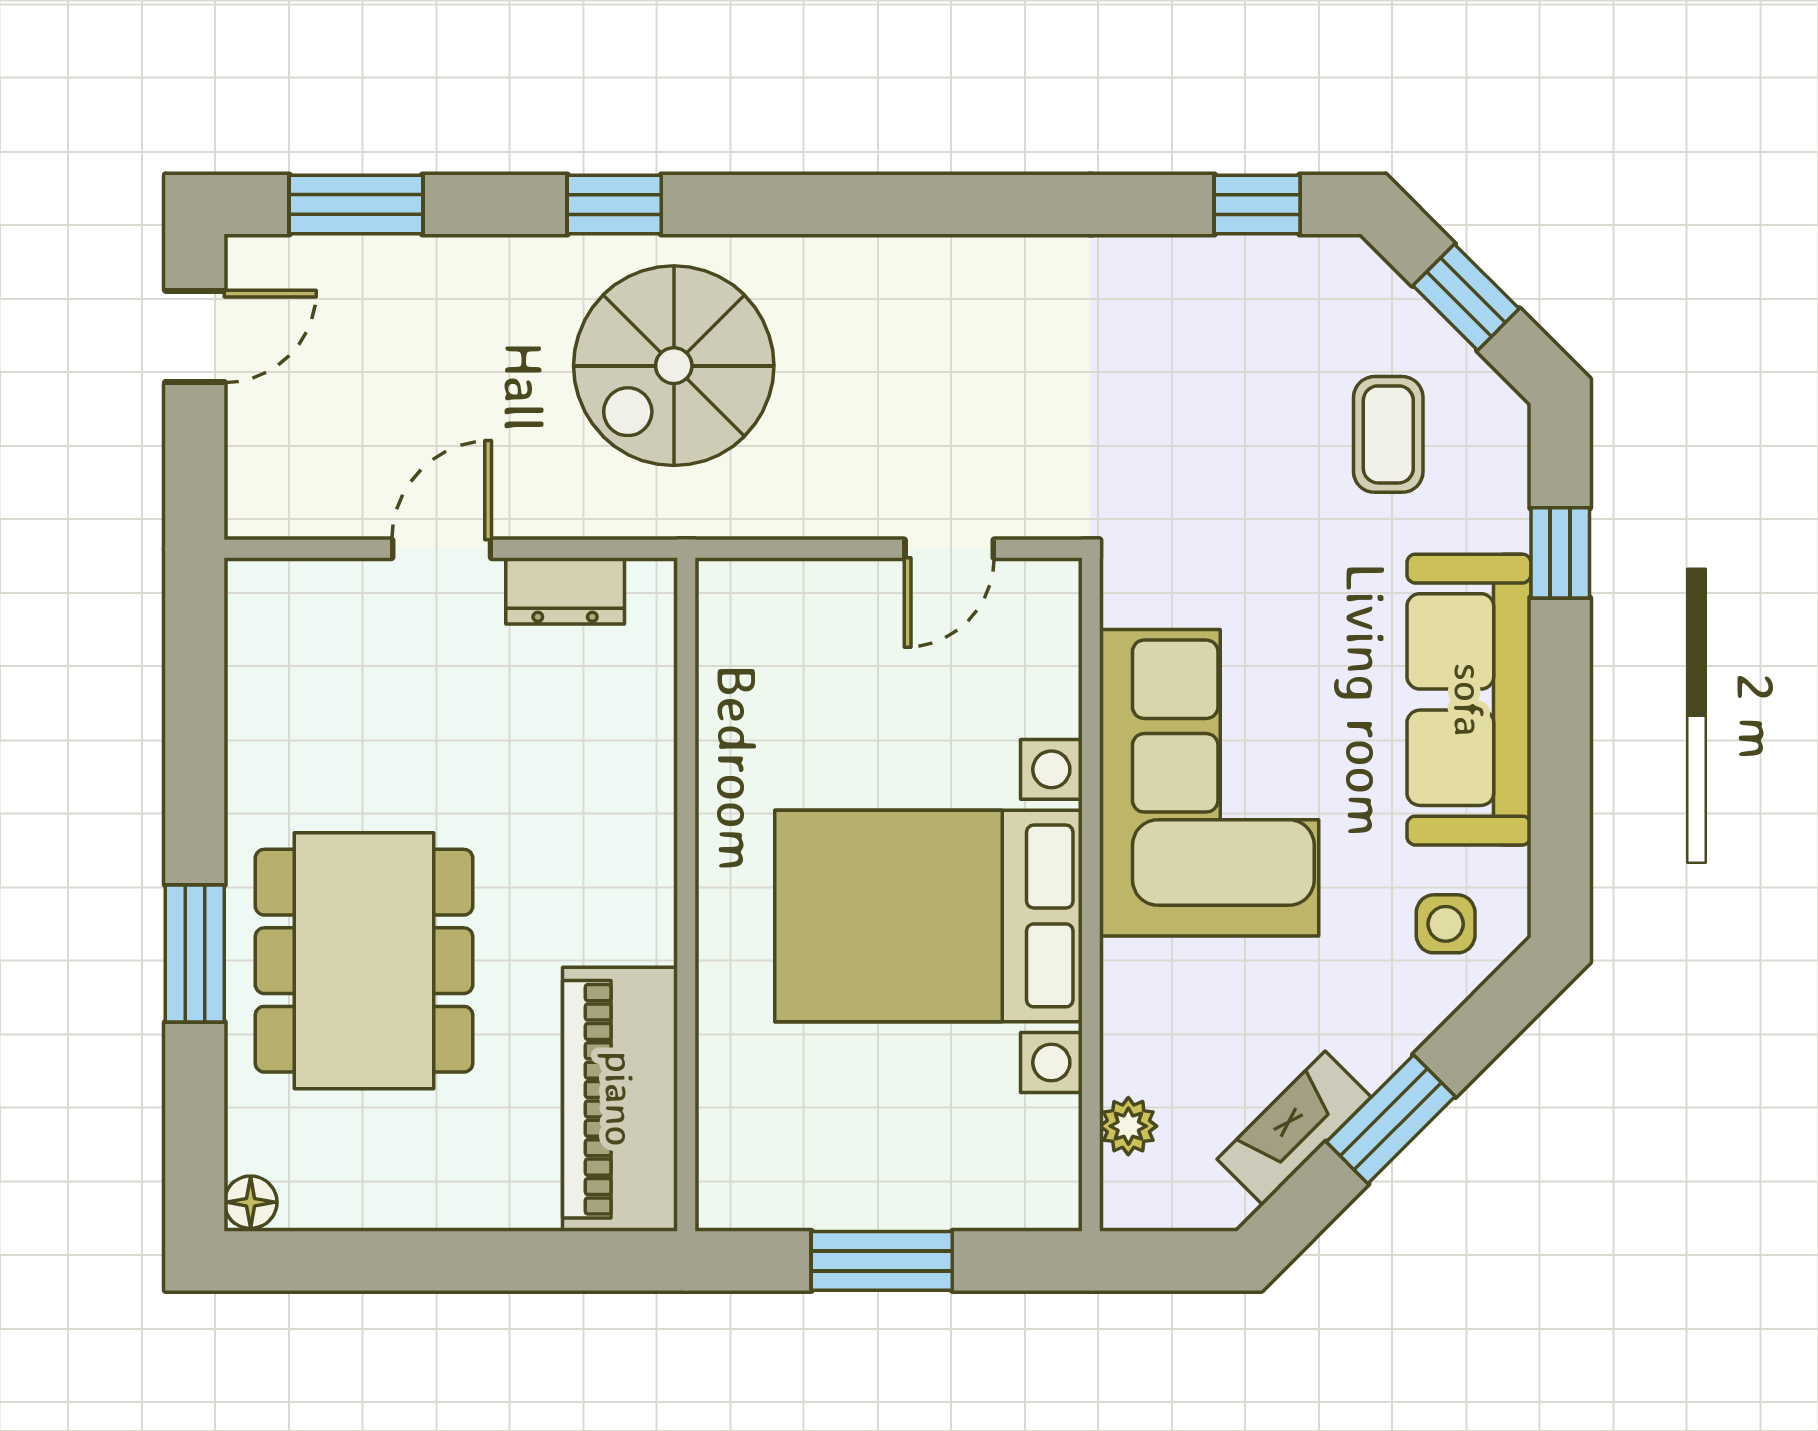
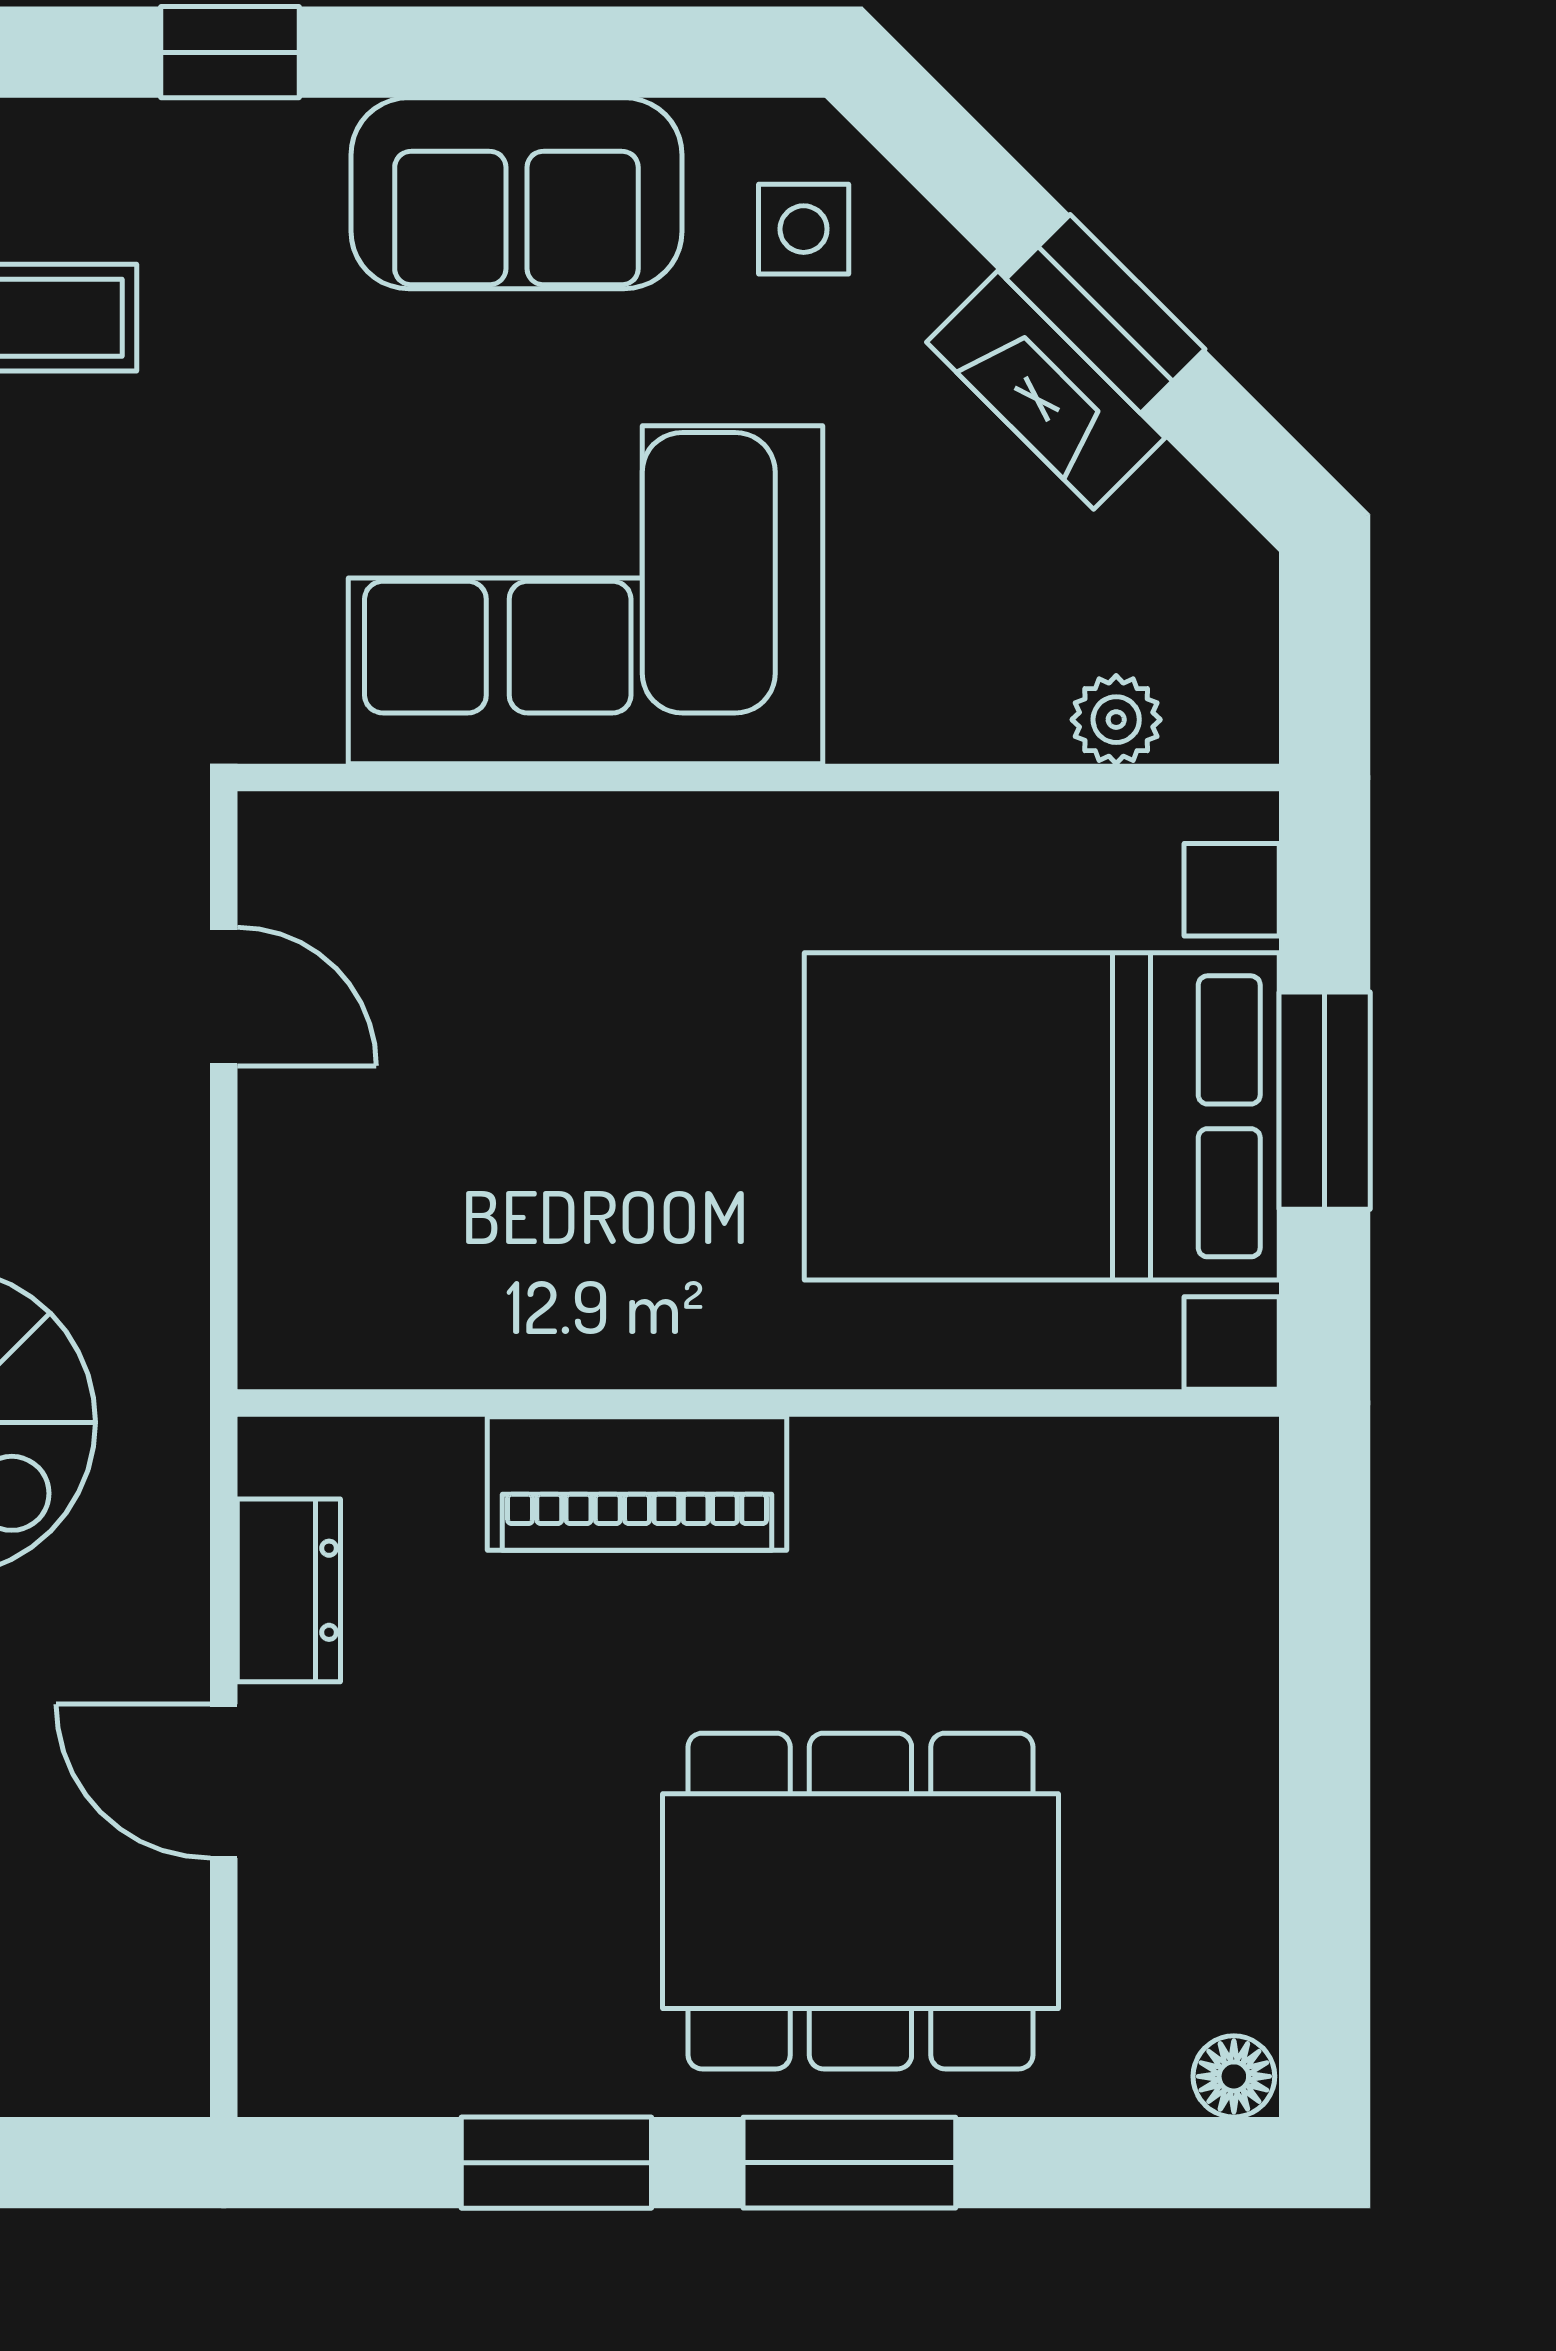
sofa: (1469, 700) -> (516, 193), width x0.73
window: (195, 764) -> (556, 2163), added
bed with nightstands: (928, 916) -> (1042, 1116), moved, turned 90
piano: (620, 1099) -> (637, 1484), moved, width x0.73, depth x0.75
fireplace: (1294, 1128) -> (1046, 390), moved

